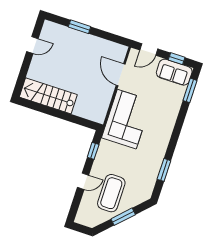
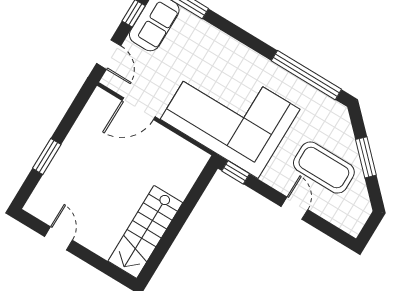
corner sofa: (127, 119) -> (230, 114), width x1.36, depth x1.36
window: (93, 151) -> (236, 172), moved
window: (164, 170) -> (306, 75), width x2.11

